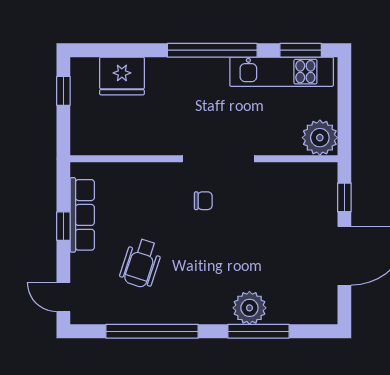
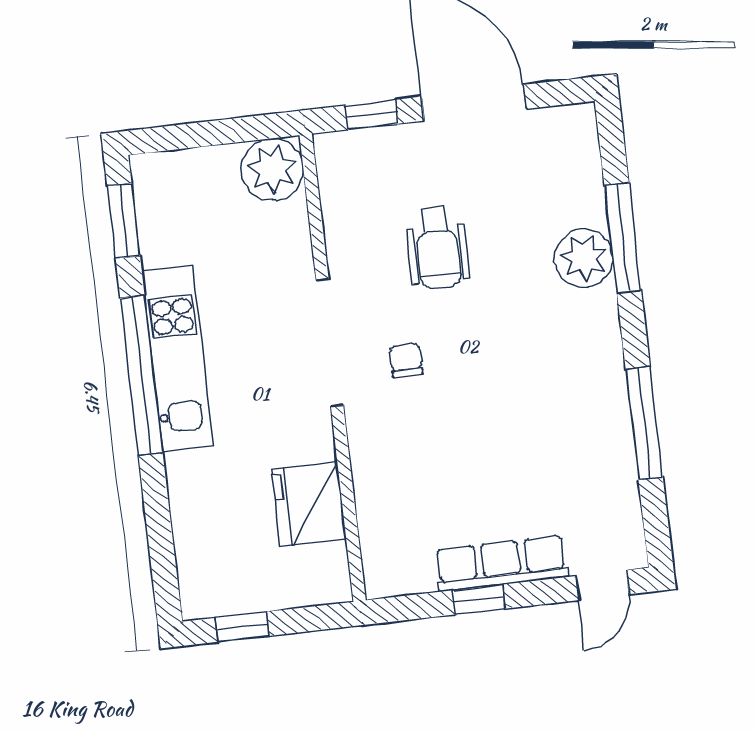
kitchen unit: (282, 72) -> (177, 358), moved
fridge: (122, 76) -> (309, 504), moved, turned 180
row of seats: (82, 215) -> (501, 563), moved
wheelchair: (141, 263) -> (438, 248), moved, turned 72
window: (152, 331) -> (644, 423), width x0.68

